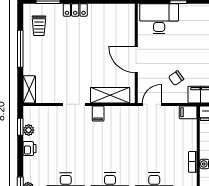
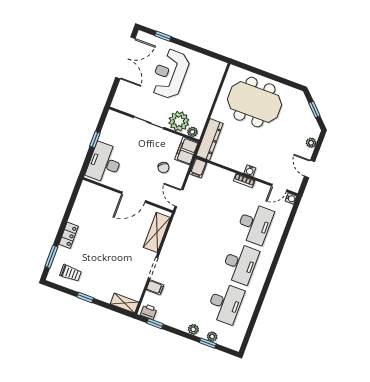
window: (20, 49) -> (85, 298), width x0.46
filing cabinet: (98, 113) -> (155, 287), moved
plant: (29, 130) -> (193, 329), moved
printer: (29, 149) -> (149, 312), moved

